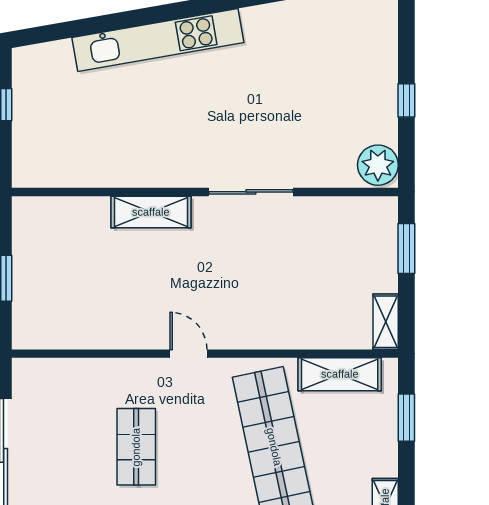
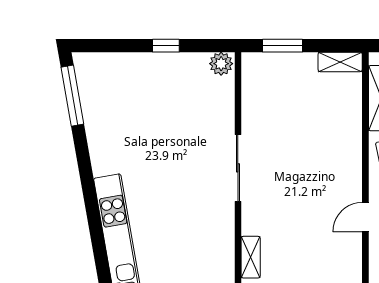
plant: (378, 165) -> (221, 64), width x0.73, depth x0.73
shelving: (151, 212) -> (251, 257), width x0.67, depth x0.75

